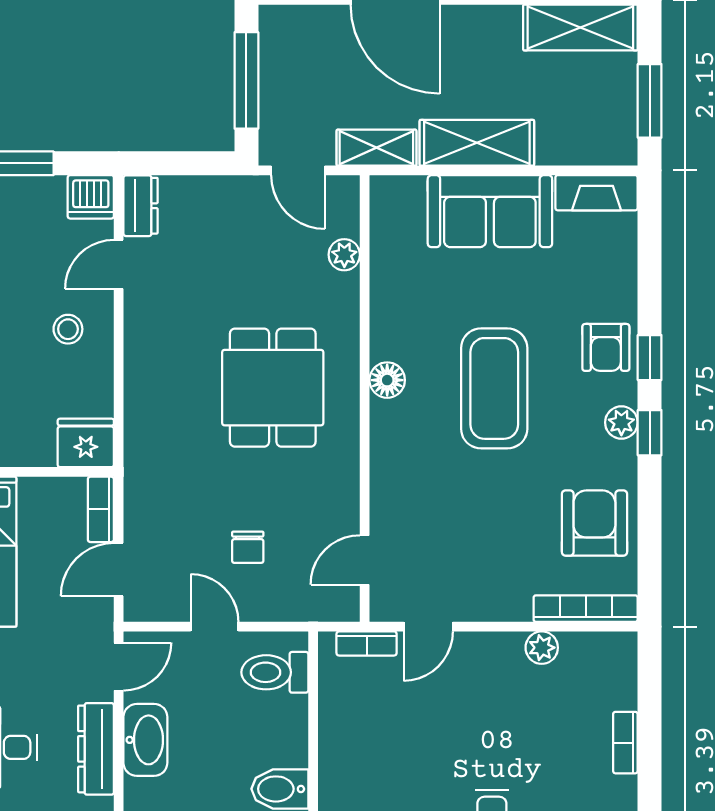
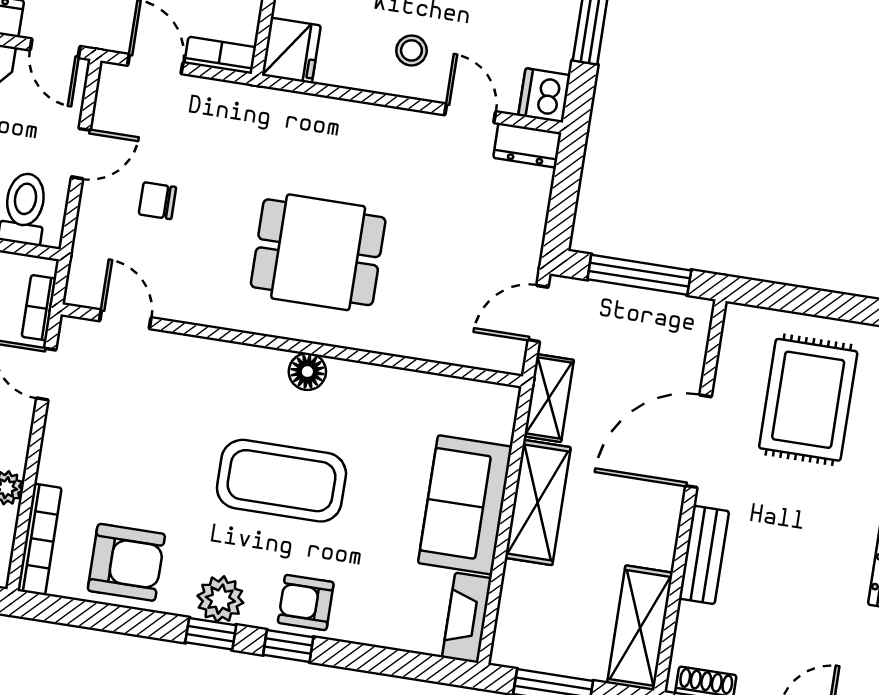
plant: (344, 255) -> (444, 348), removed
plant: (621, 422) -> (220, 599), width x1.38, depth x1.38

